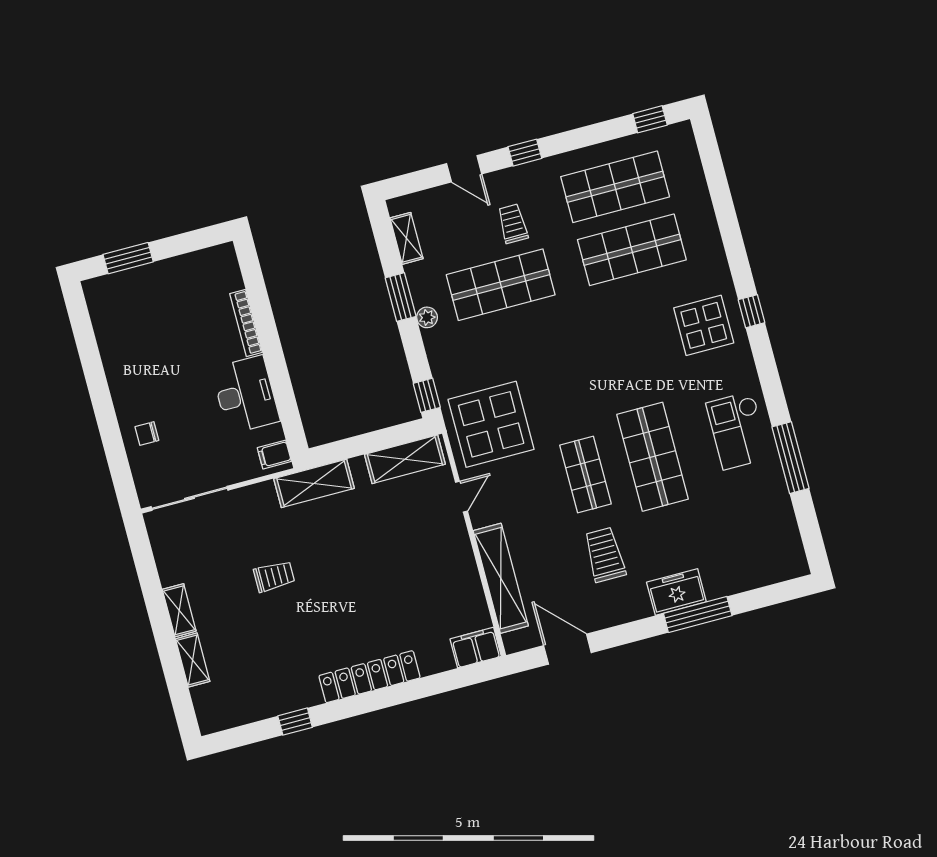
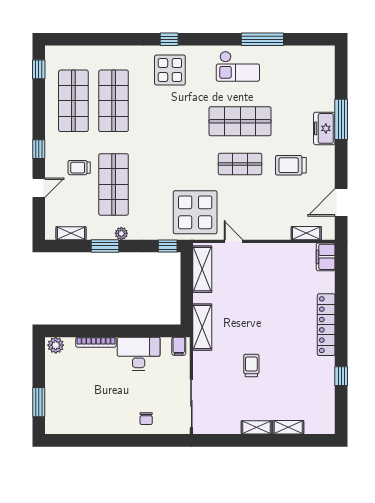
plant: (224, 261) -> (56, 345), added
shelving: (501, 578) -> (306, 233), width x0.45, depth x0.75

